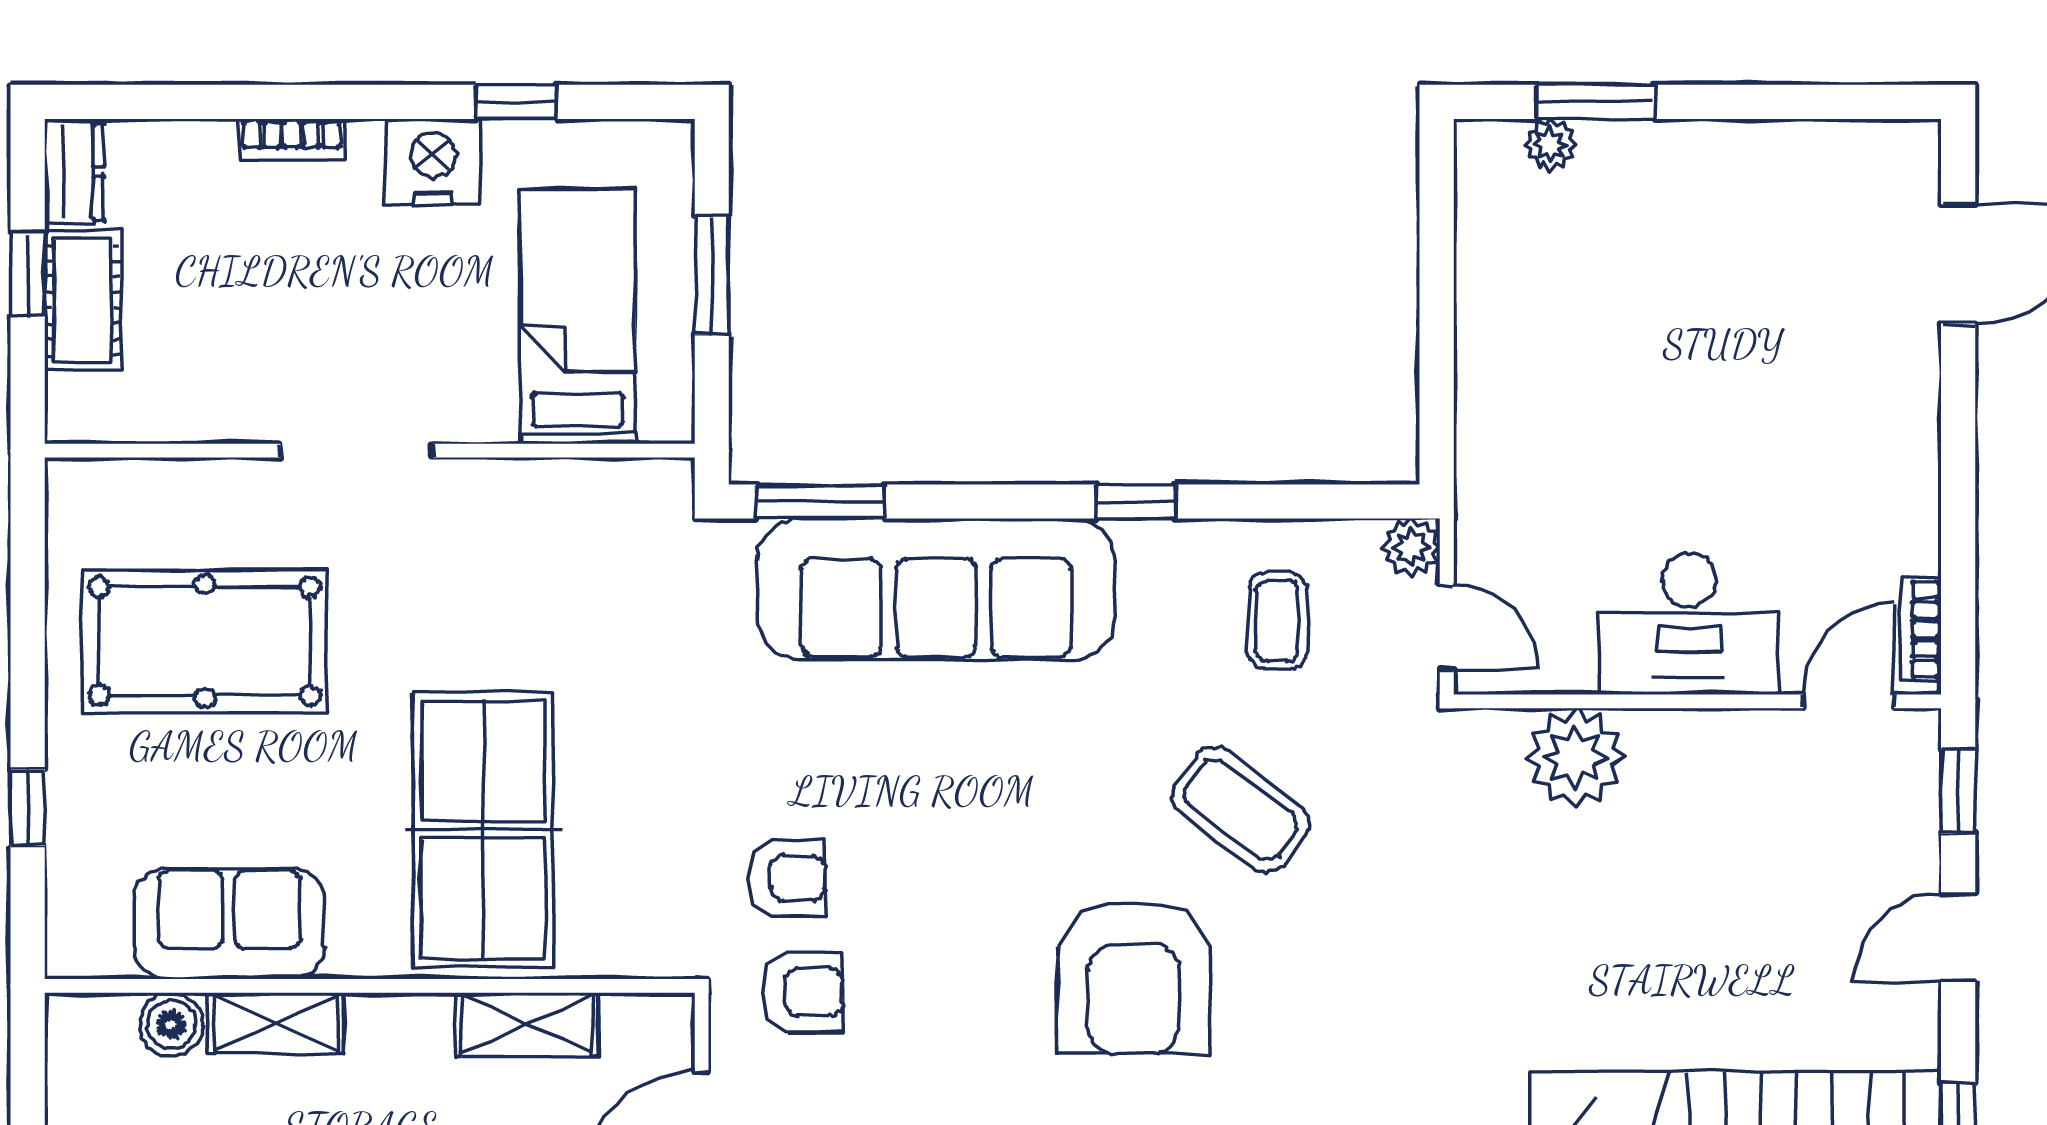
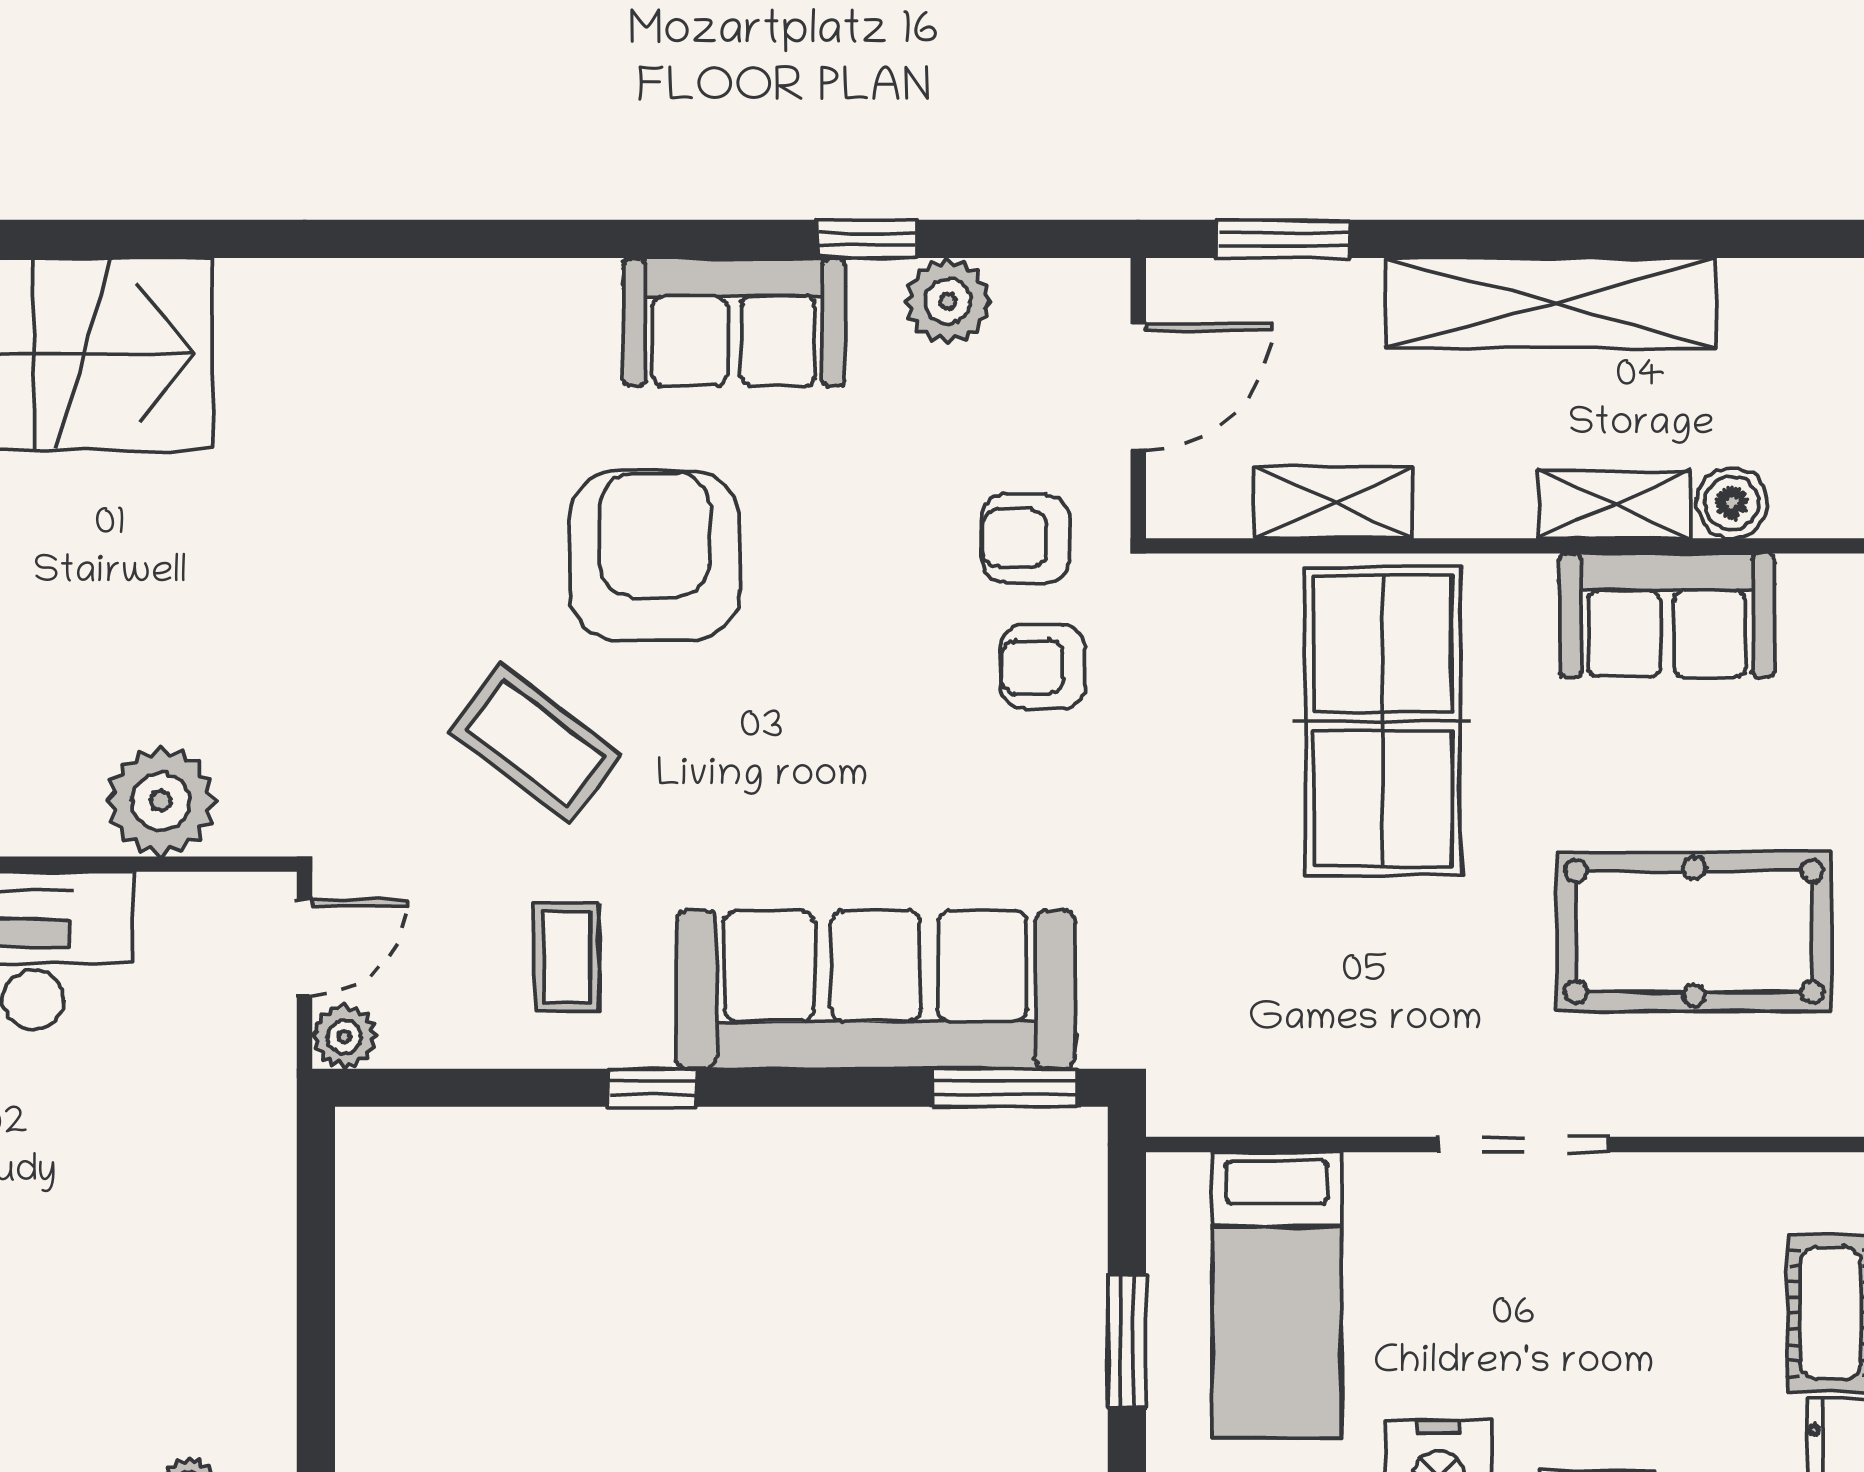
coffee table: (1278, 621) -> (567, 957), moved
door: (1447, 627) -> (305, 947), swing flipped

